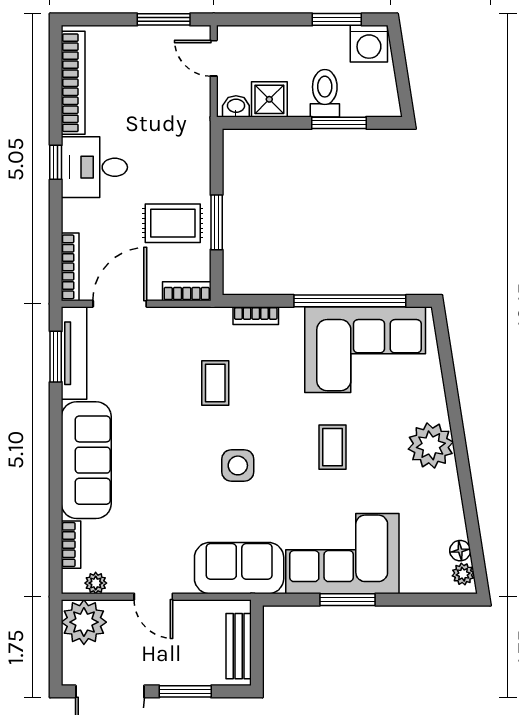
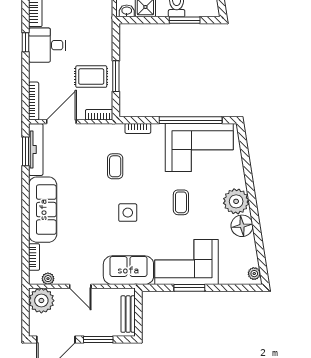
floor lamp: (460, 551) -> (242, 226), moved, width x1.89, depth x1.89

